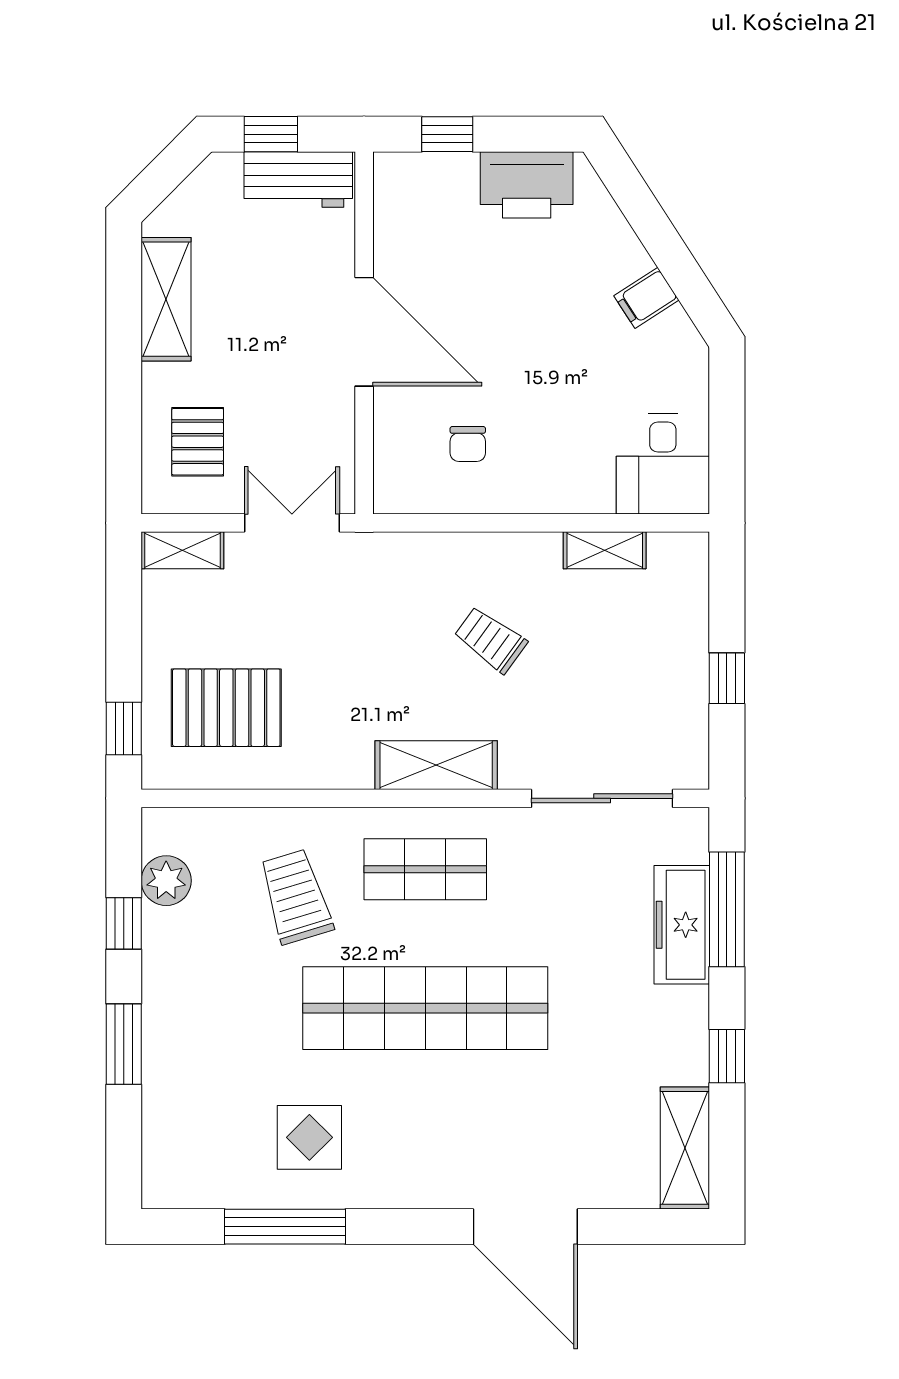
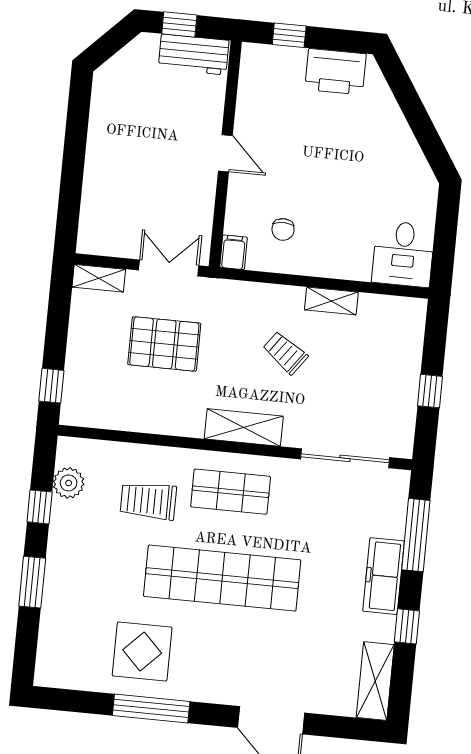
filing cabinet: (646, 298) -> (233, 252), moved, turned 123
shelving: (166, 299) -> (104, 121), removed
door: (364, 332) -> (225, 153), width x0.53
pallet: (198, 442) -> (115, 212), removed
shelving: (605, 550) -> (331, 301), moved
pallet: (226, 708) -> (164, 344), moved
trolley: (296, 897) -> (148, 501), turned -73
freezer: (682, 925) -> (384, 576), moved
display table: (309, 1137) -> (142, 651), width x1.36, depth x1.36
window: (285, 1227) -> (151, 708), moved

